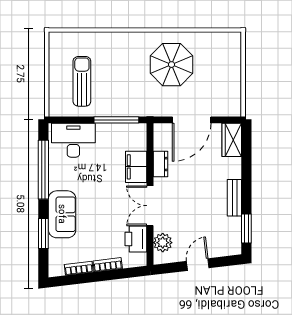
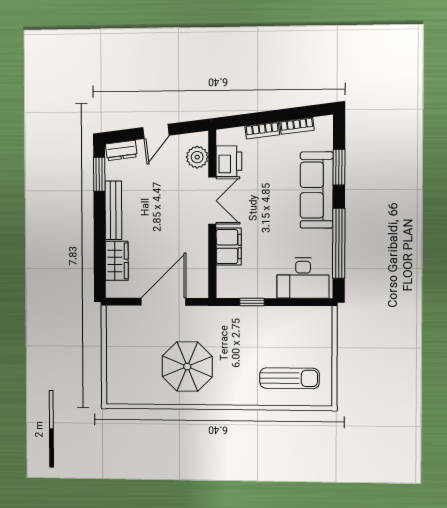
sun lounger: (82, 81) -> (290, 378), moved, turned -90
window: (116, 120) -> (252, 302), width x0.46
wardrobe: (232, 140) -> (117, 261), moved
dresser: (161, 164) -> (121, 150), moved, turned -97
bench: (234, 198) -> (113, 210), width x1.36
sofa: (62, 214) -> (317, 190), width x1.36

